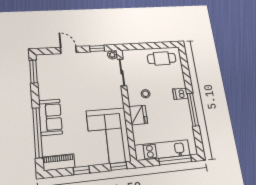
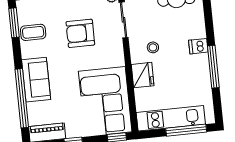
coffee table: (49, 79) -> (33, 32), added
armchair: (88, 81) -> (80, 33), added

